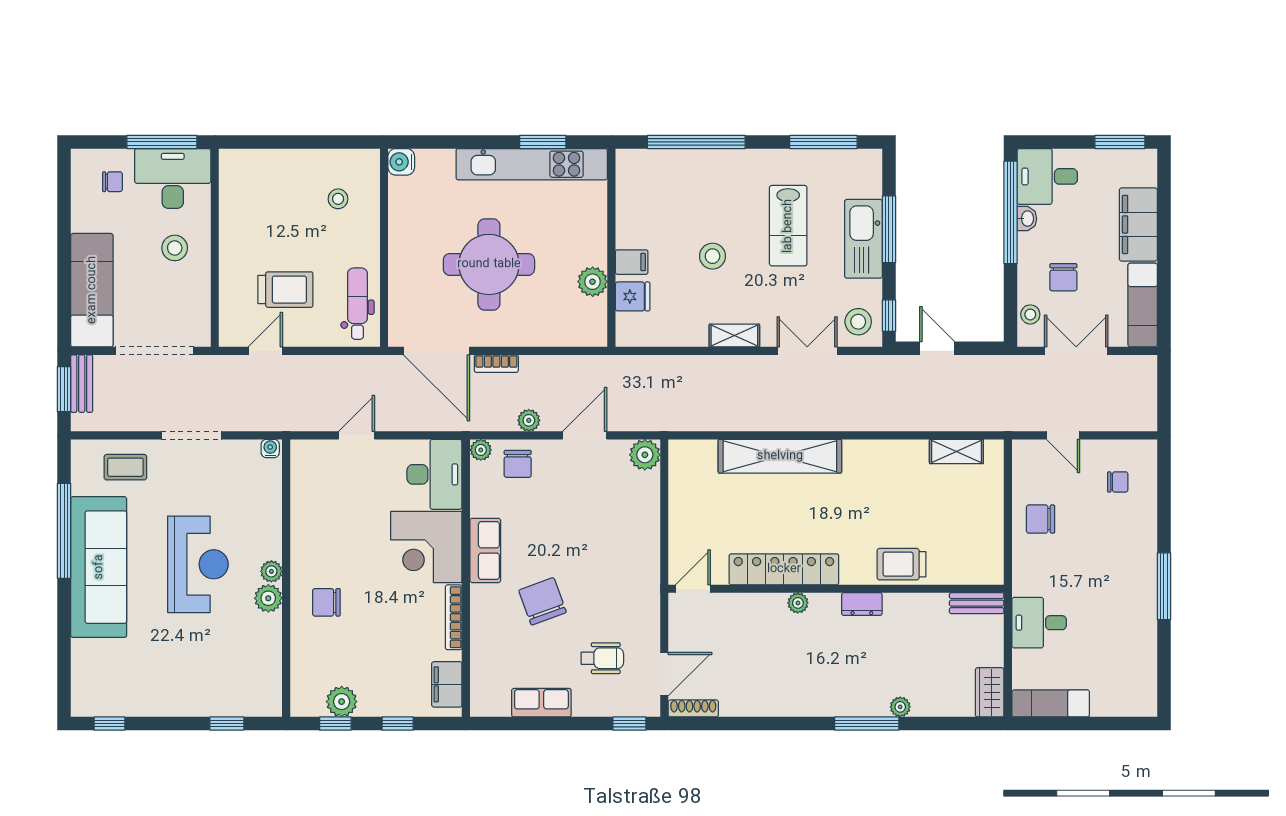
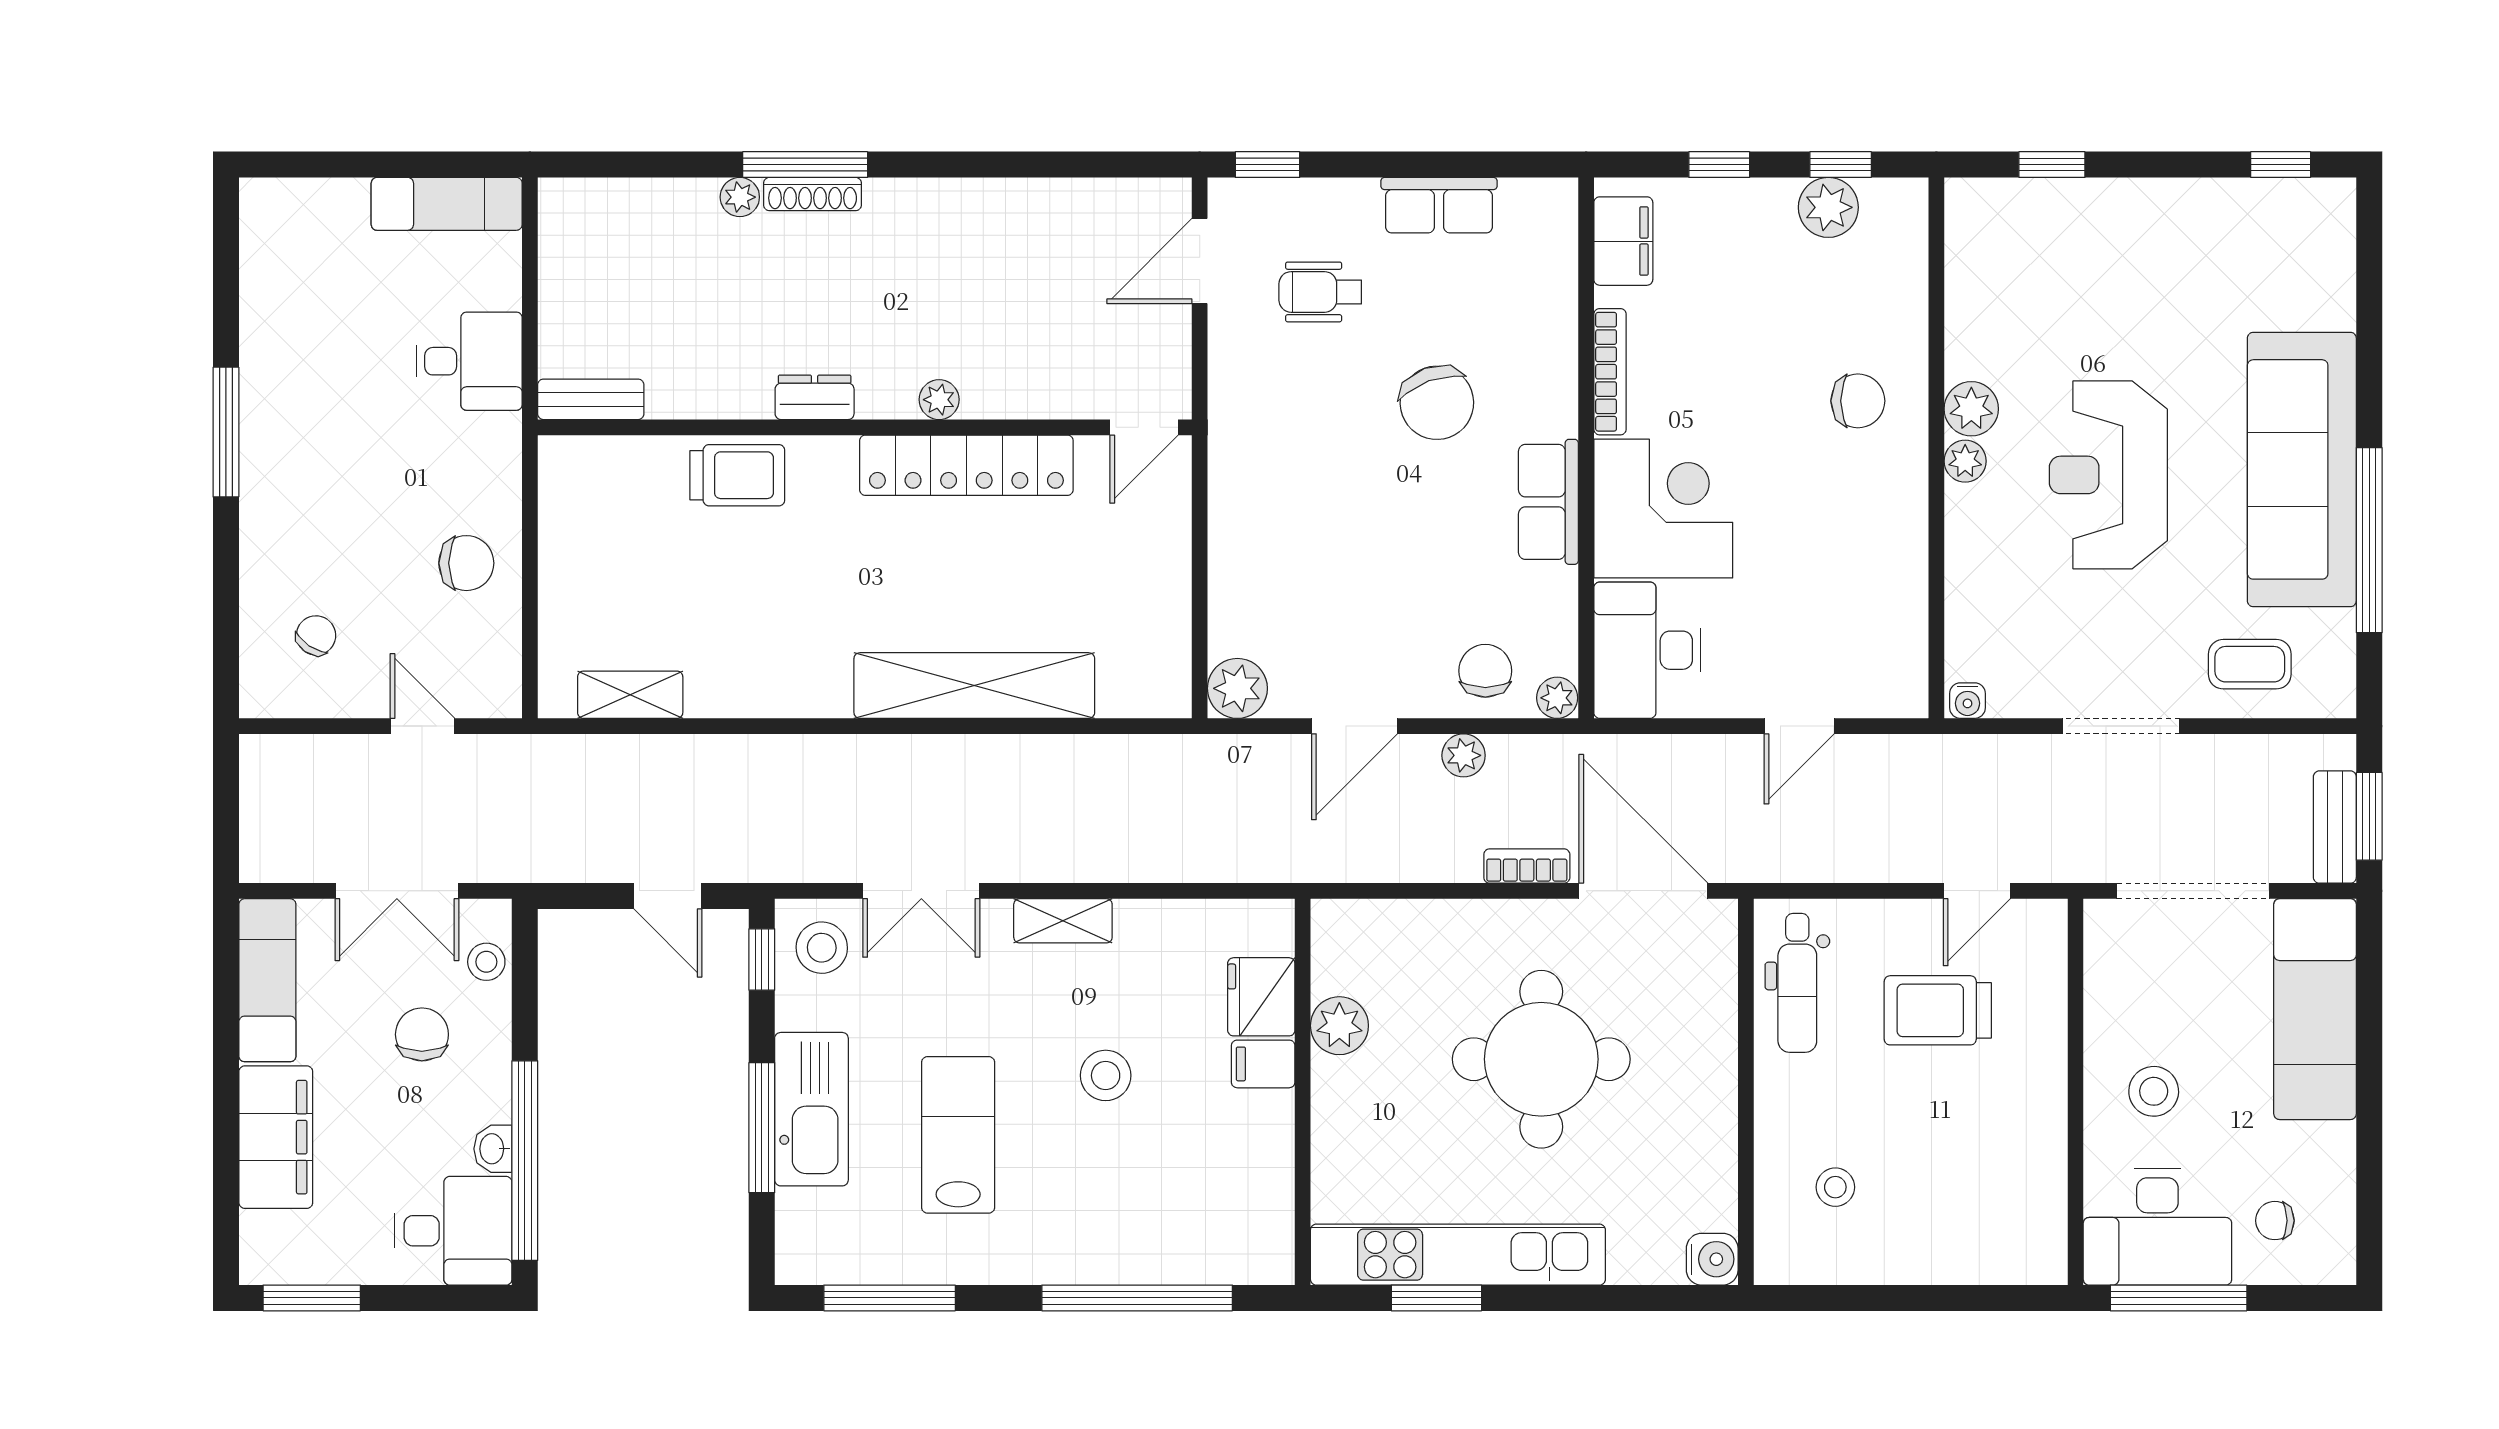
fridge: (633, 296) -> (1261, 997), width x1.38
chair: (1118, 482) -> (316, 635), turned 124
wardrobe: (990, 692) -> (565, 225), removed
shoe rack: (693, 708) -> (813, 194), moved

